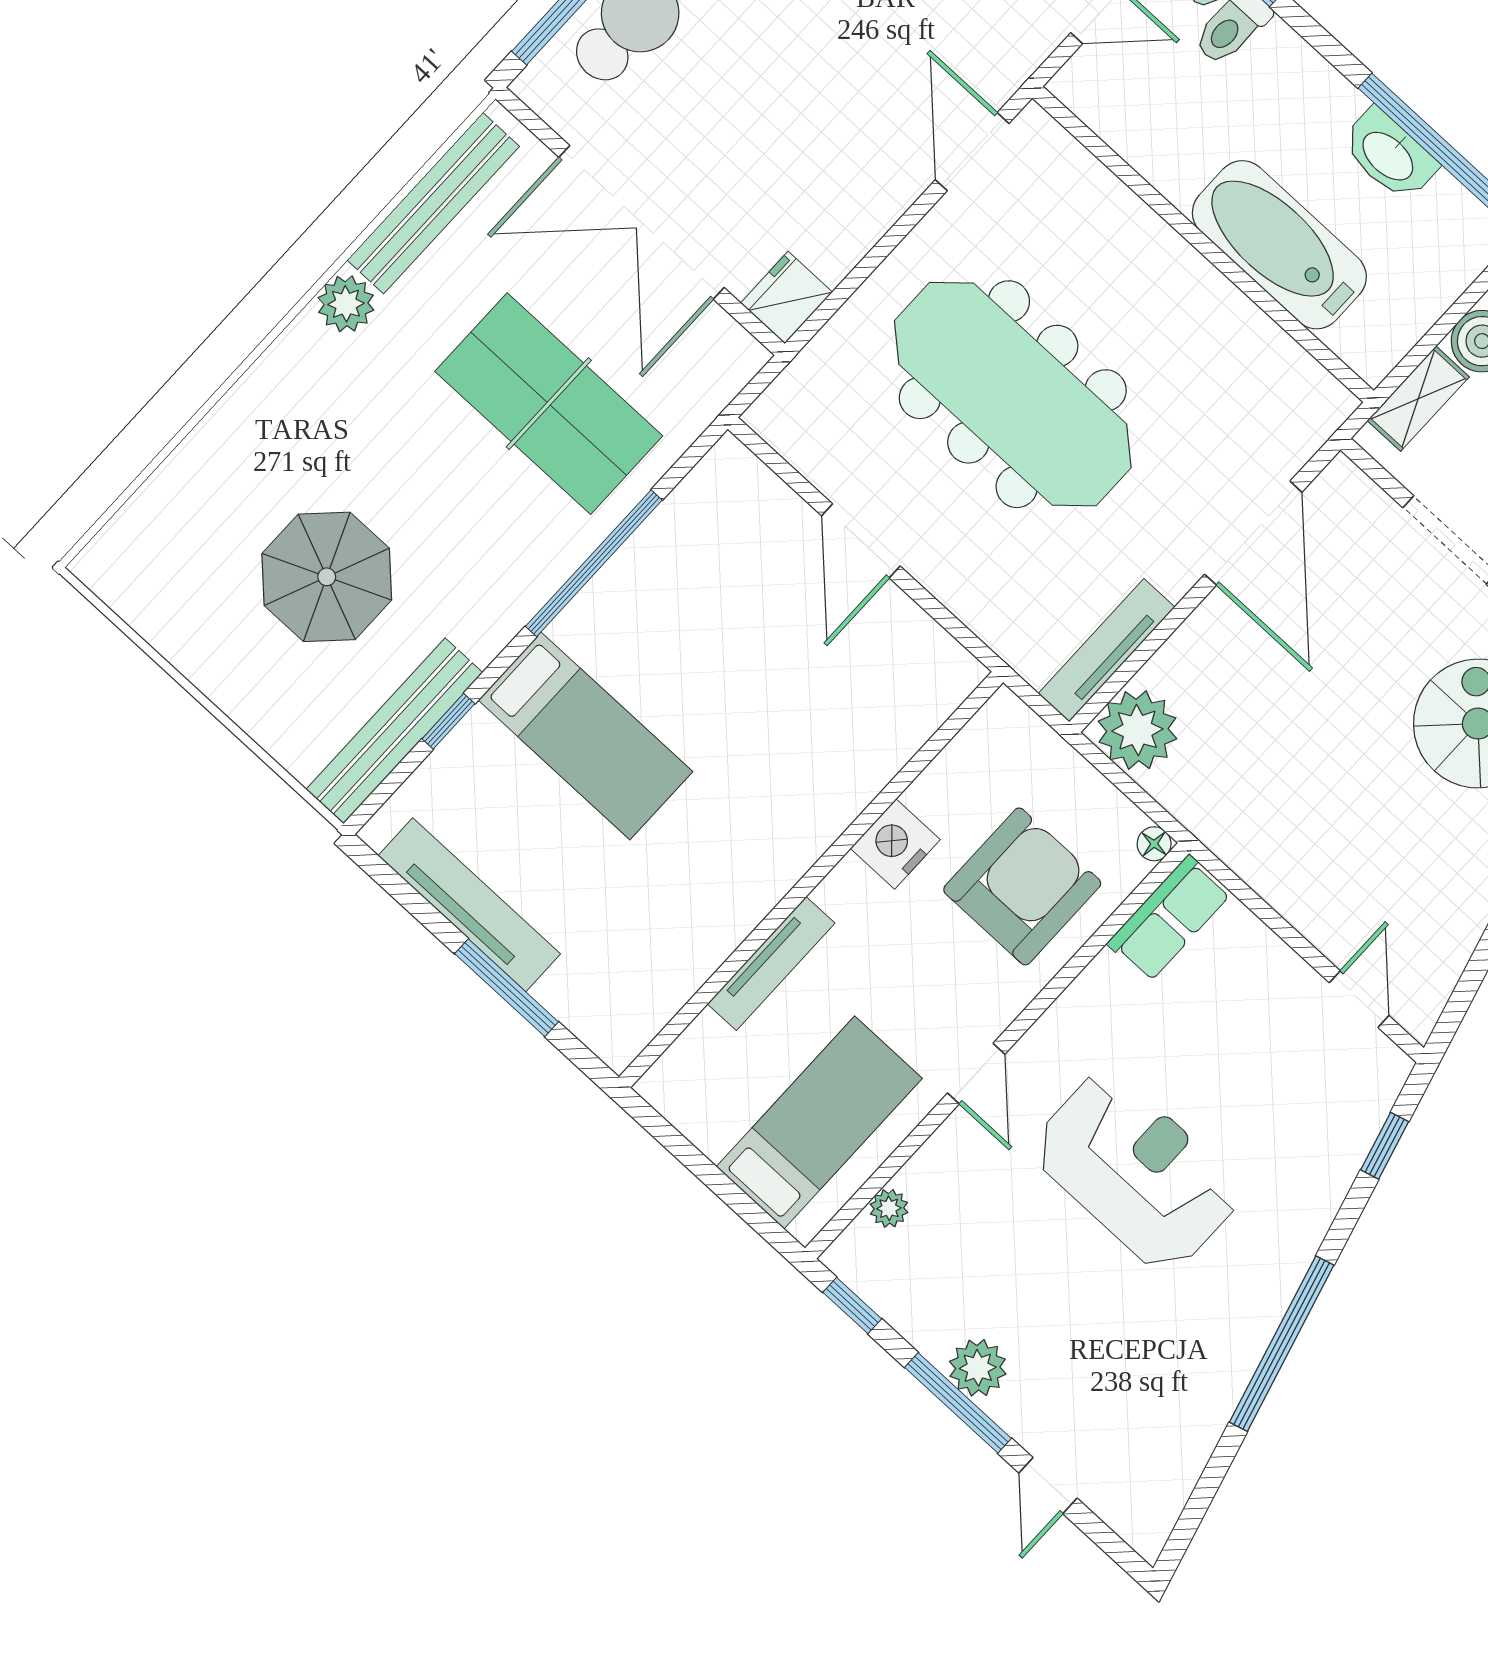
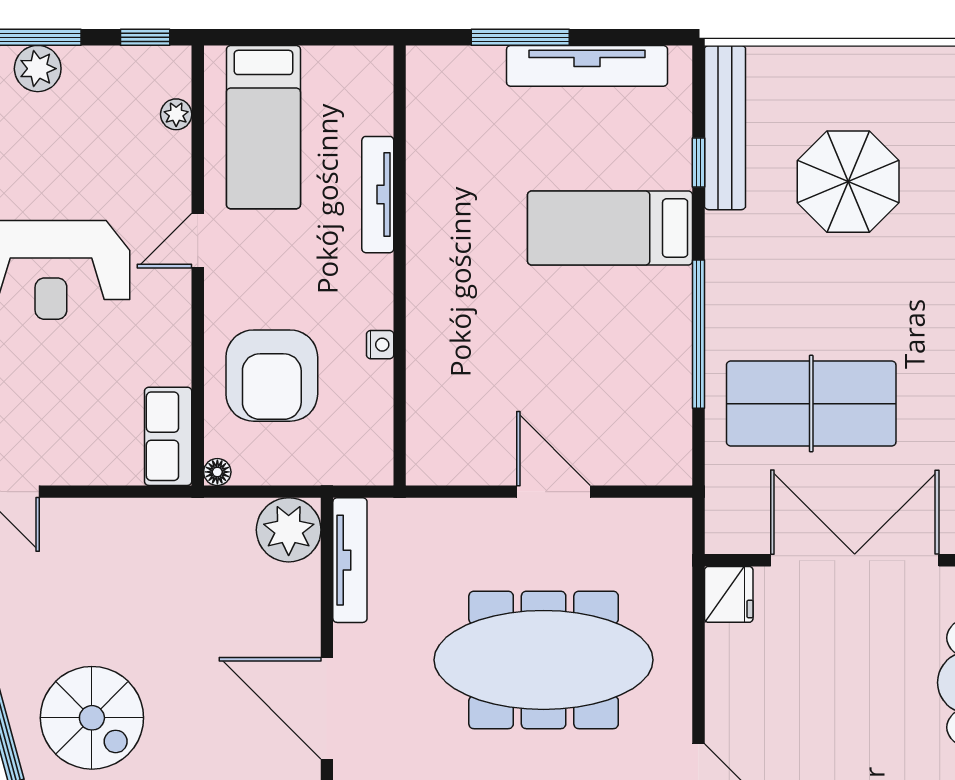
nightstand: (895, 844) -> (380, 345), width x0.53, depth x0.56
door: (976, 1074) -> (198, 241), hinge flipped

